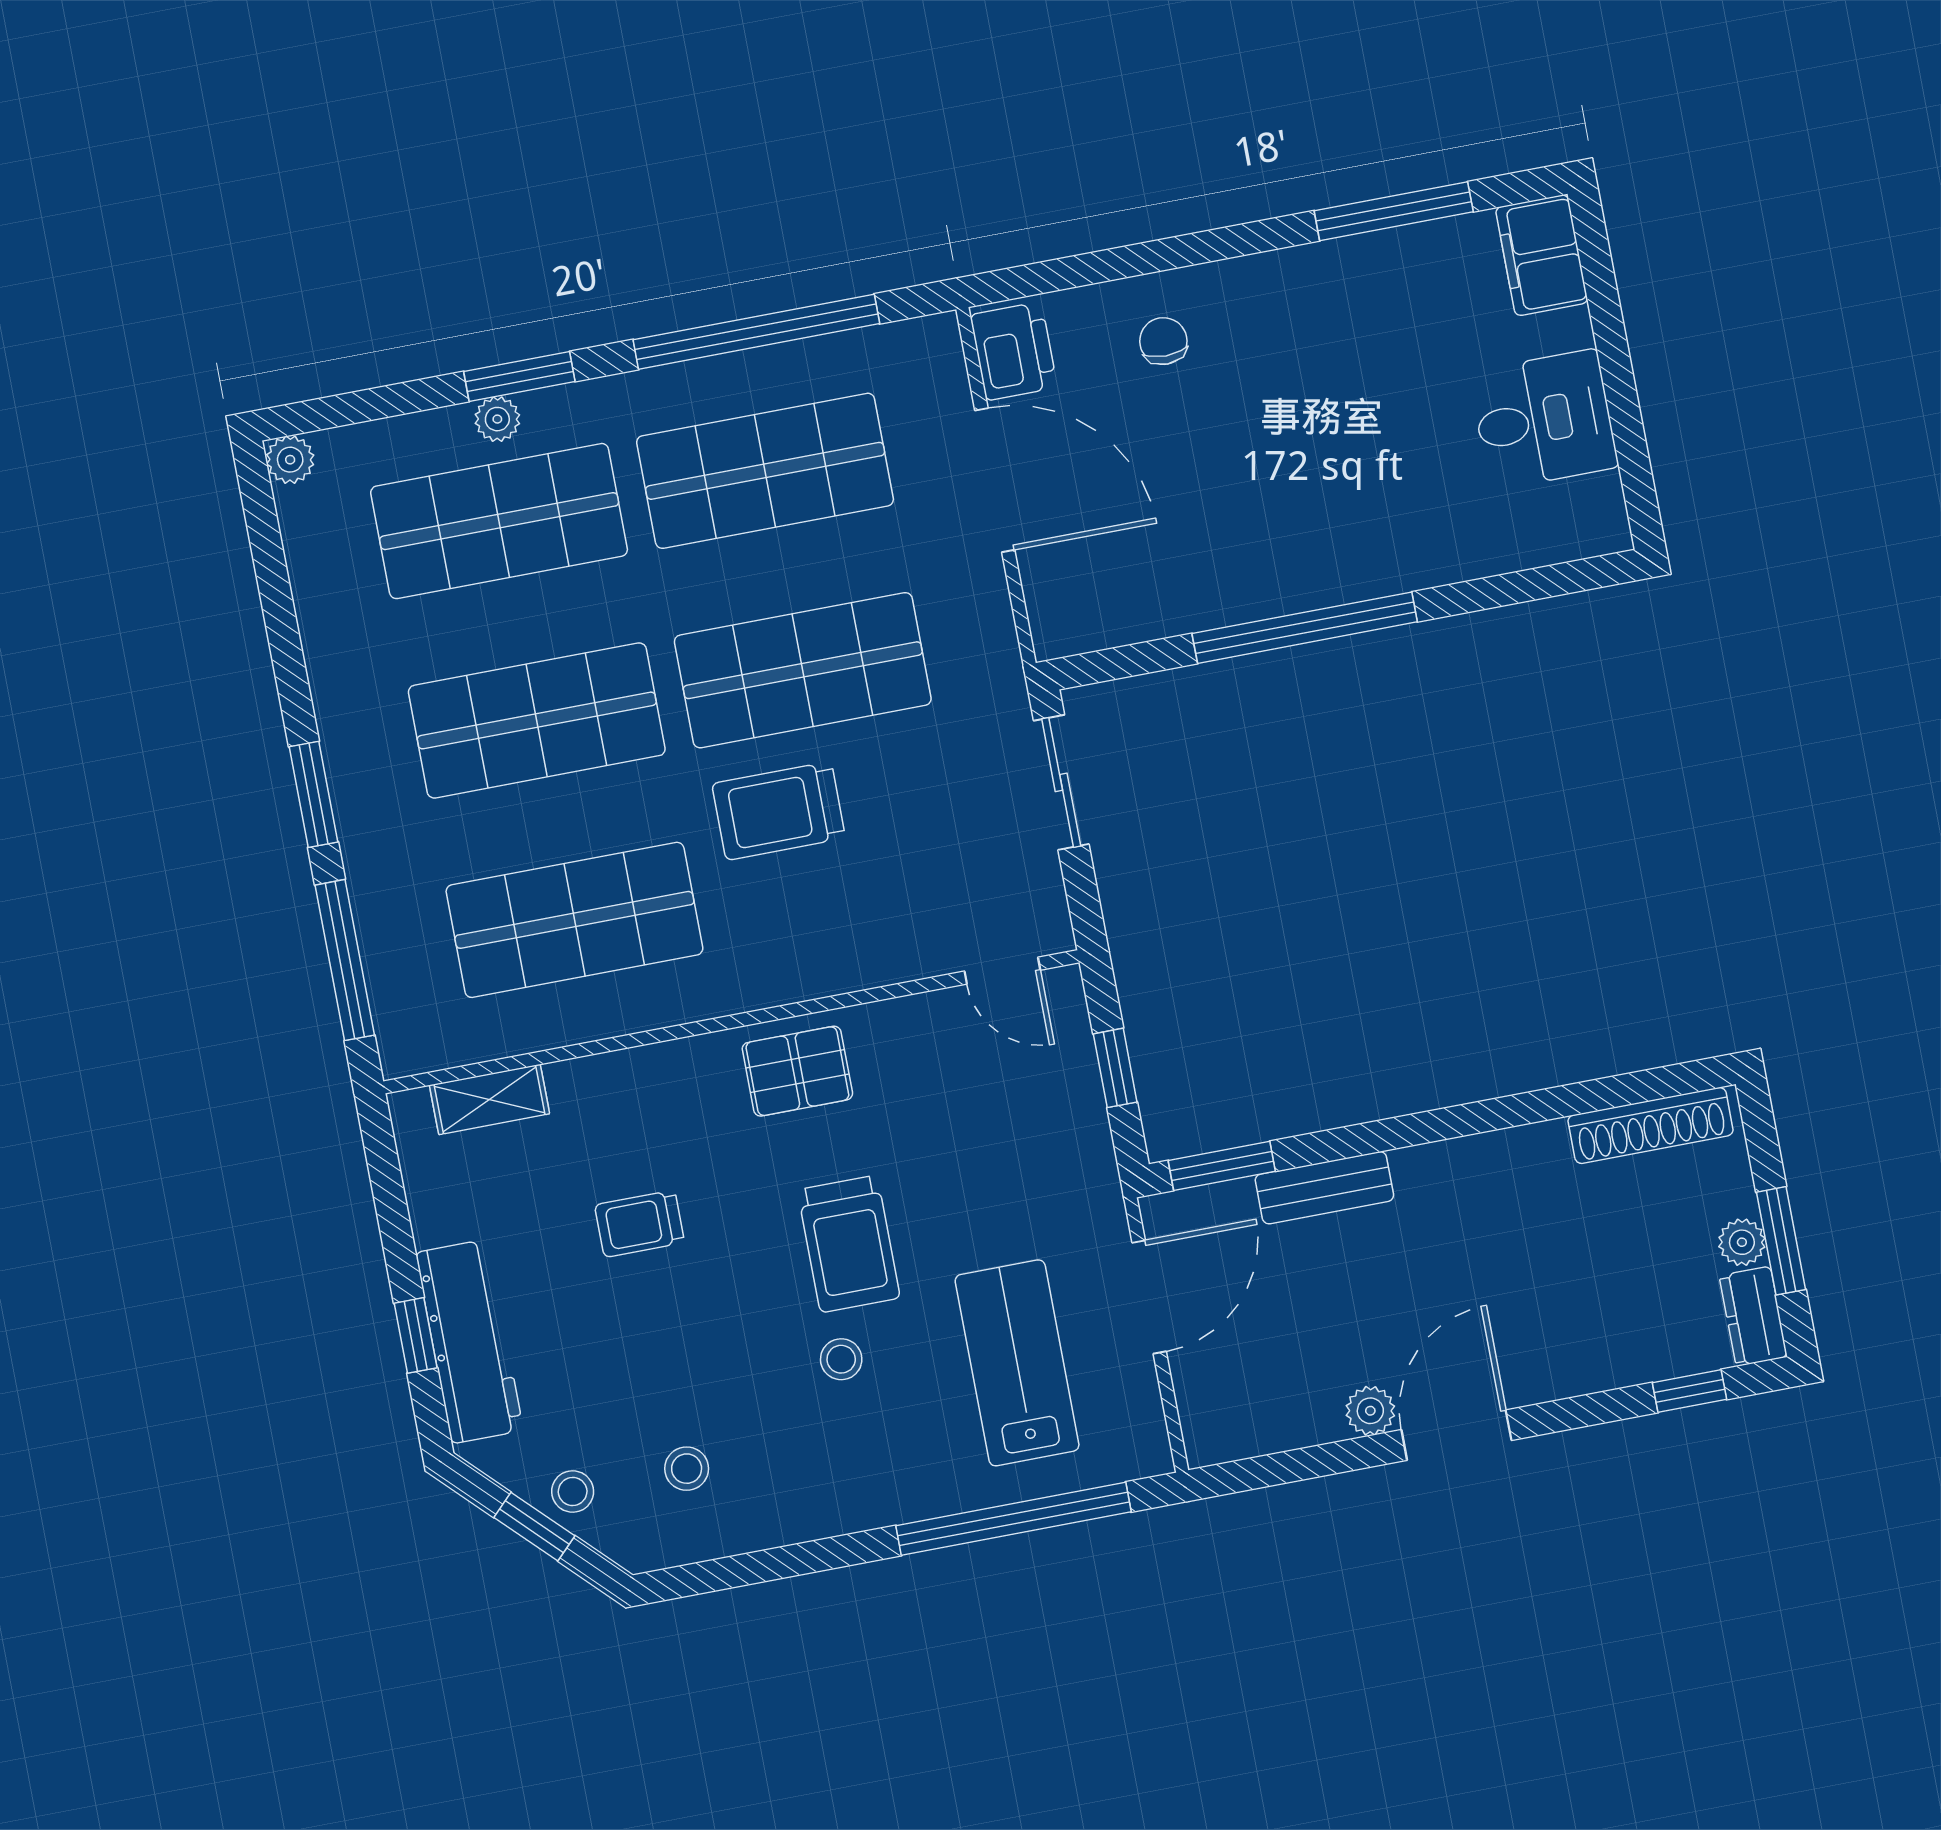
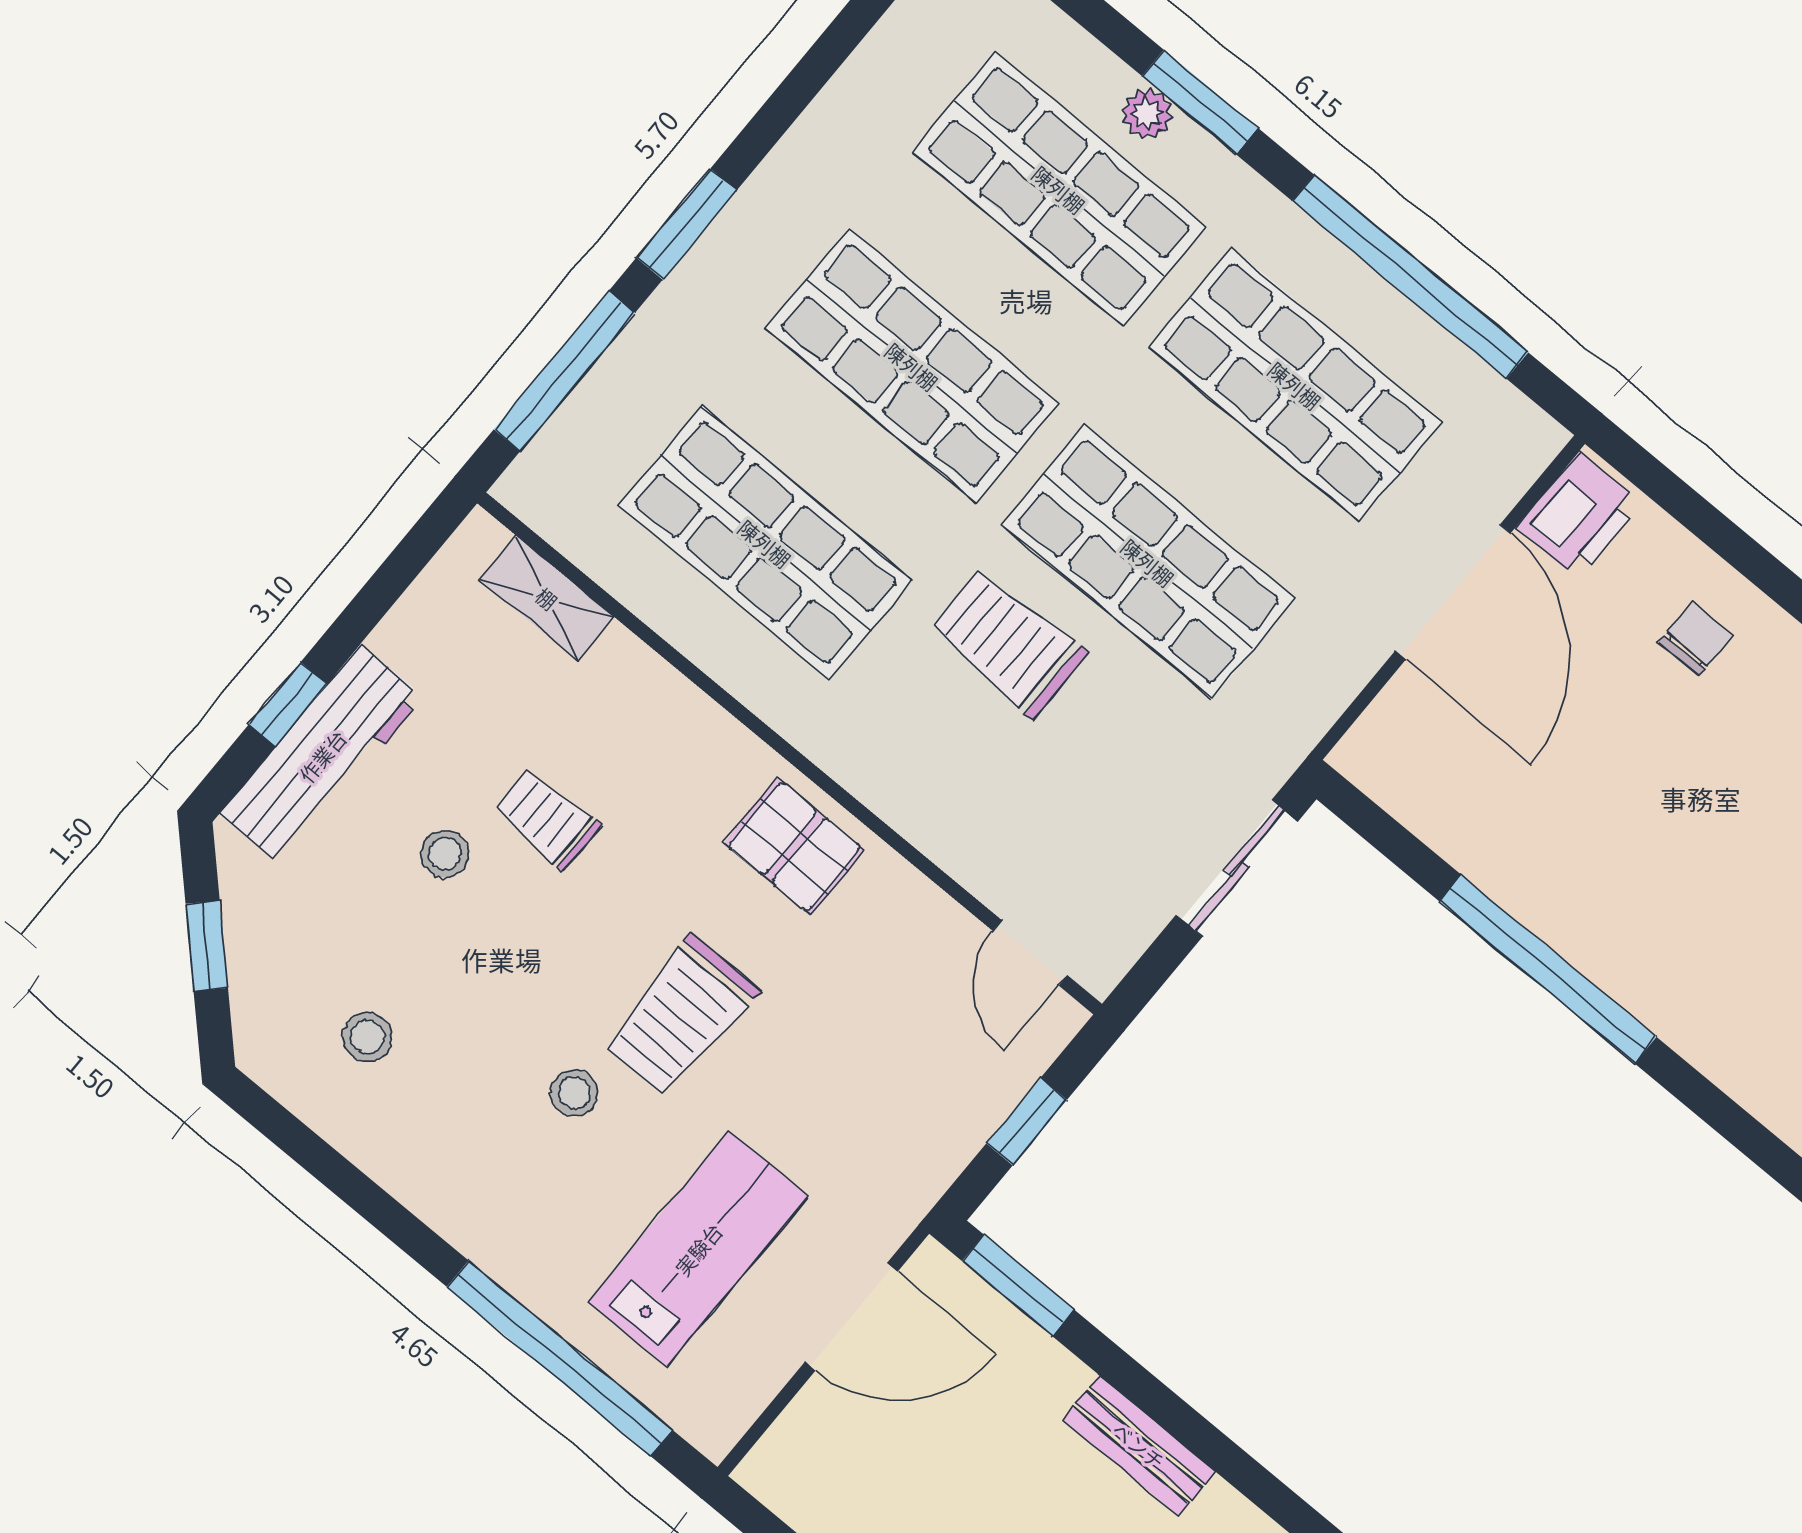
bench: (1324, 1188) -> (1139, 1445), moved
stool: (573, 1491) -> (445, 854), moved

